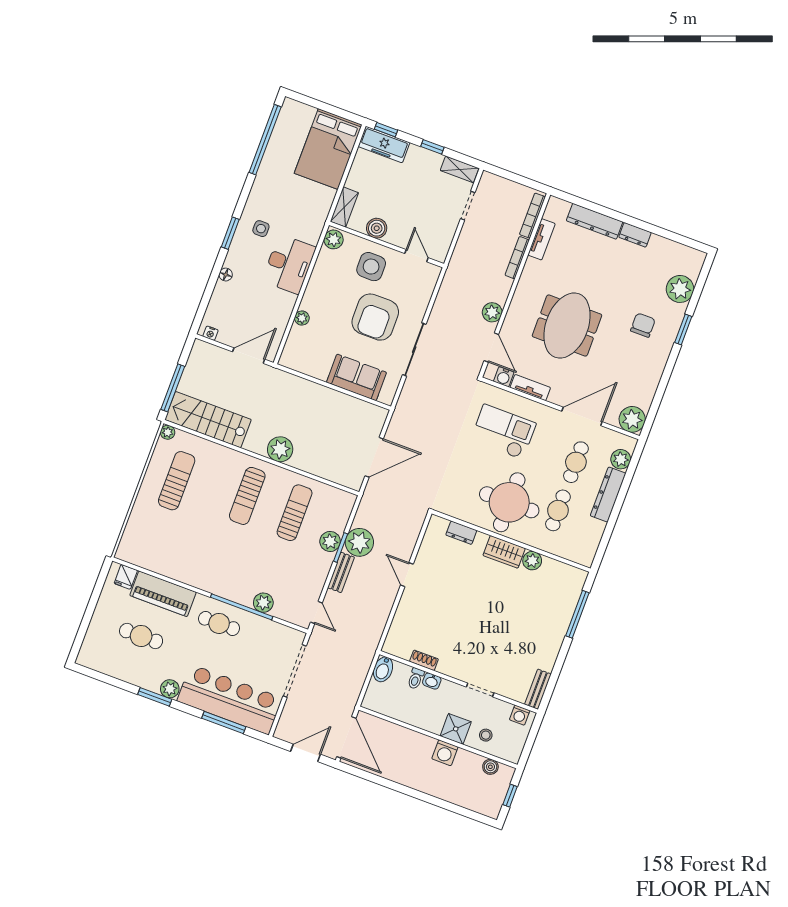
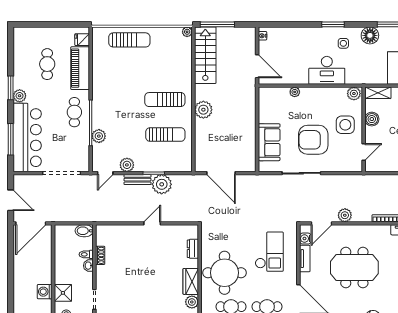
floor lamp: (226, 275) -> (370, 35), moved, width x1.89, depth x1.89
sun lounger: (177, 481) -> (129, 40), moved
plant: (330, 541) -> (127, 165), moved

